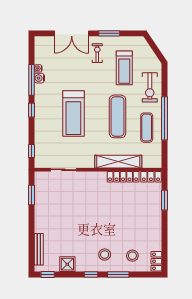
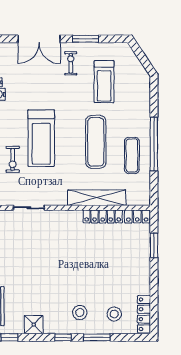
exercise bike: (150, 87) -> (13, 159), moved, width x0.73, depth x0.72
locker: (156, 261) -> (144, 314), width x1.53

